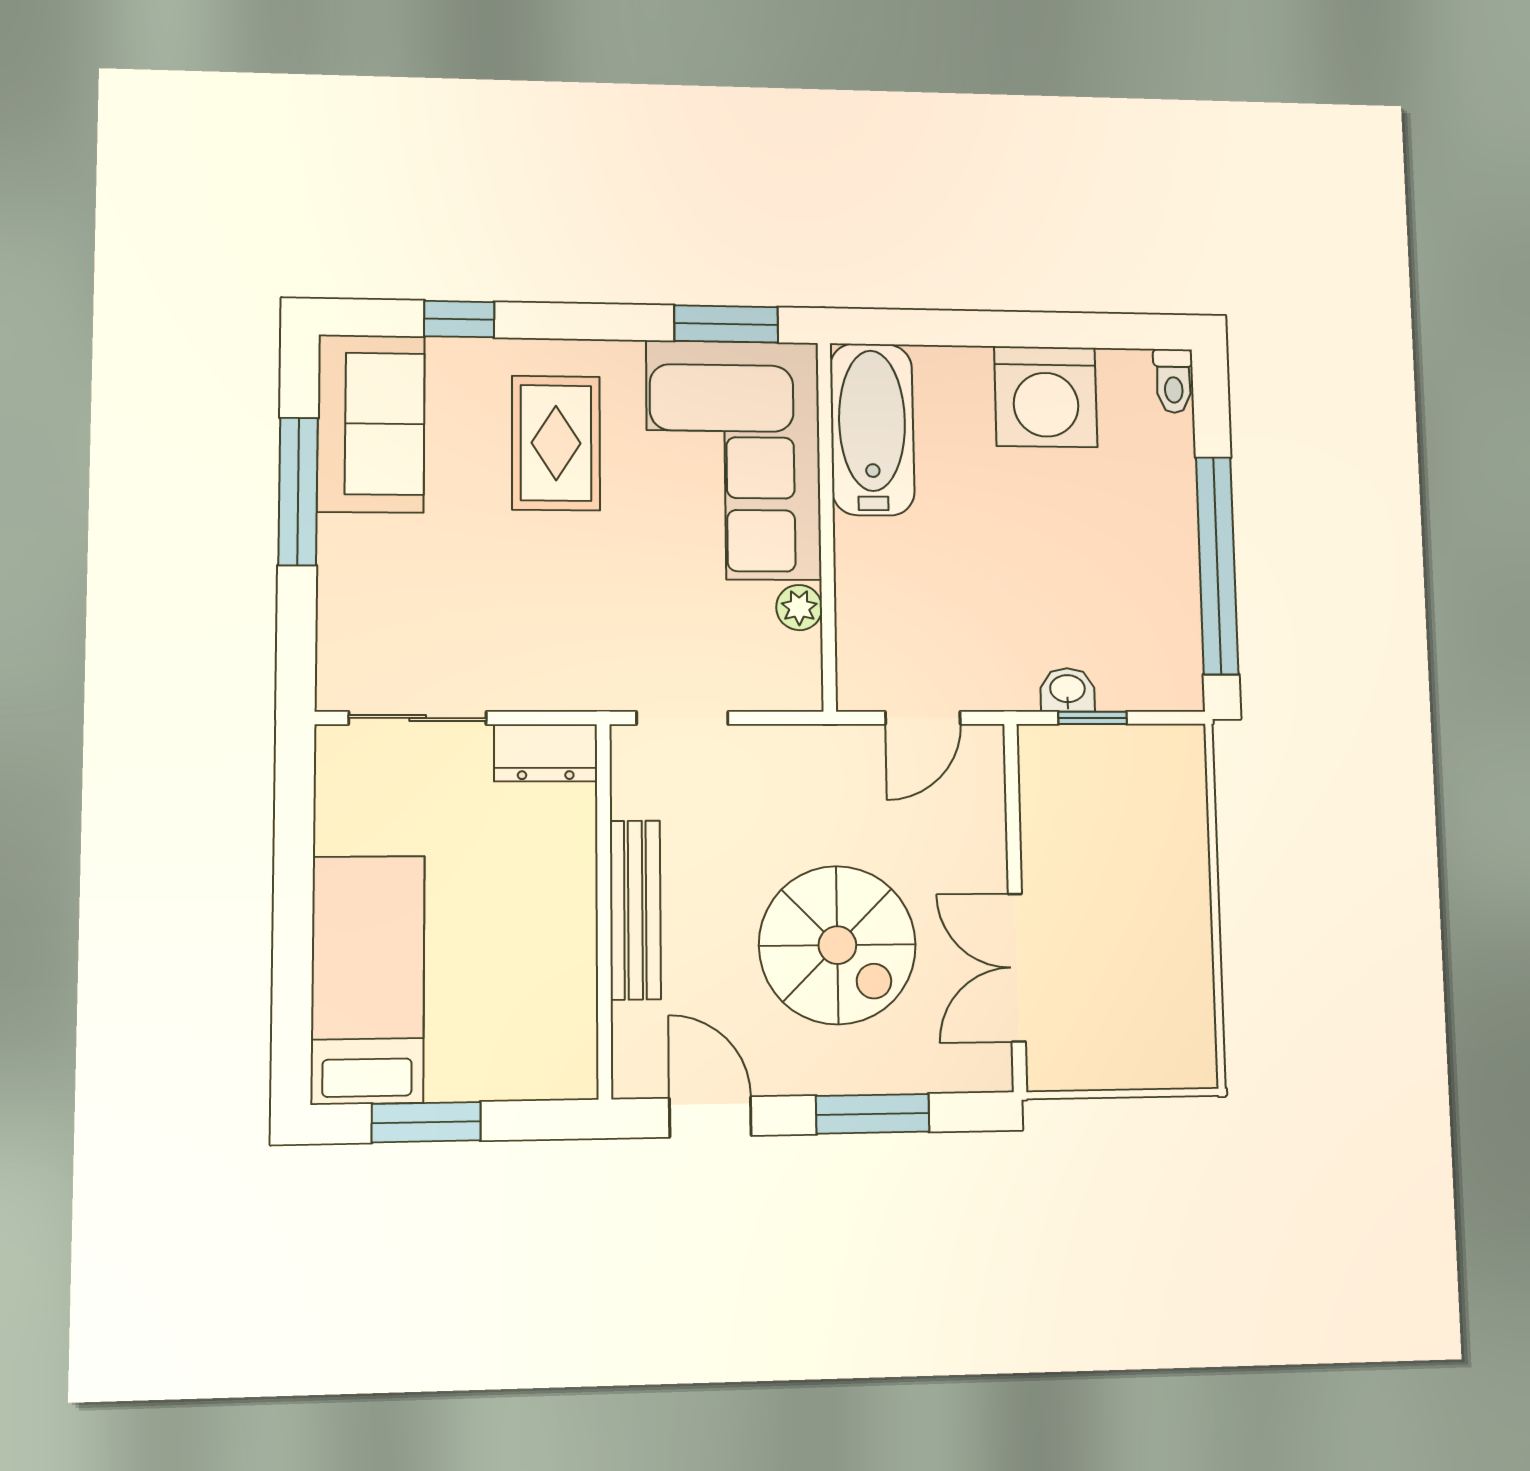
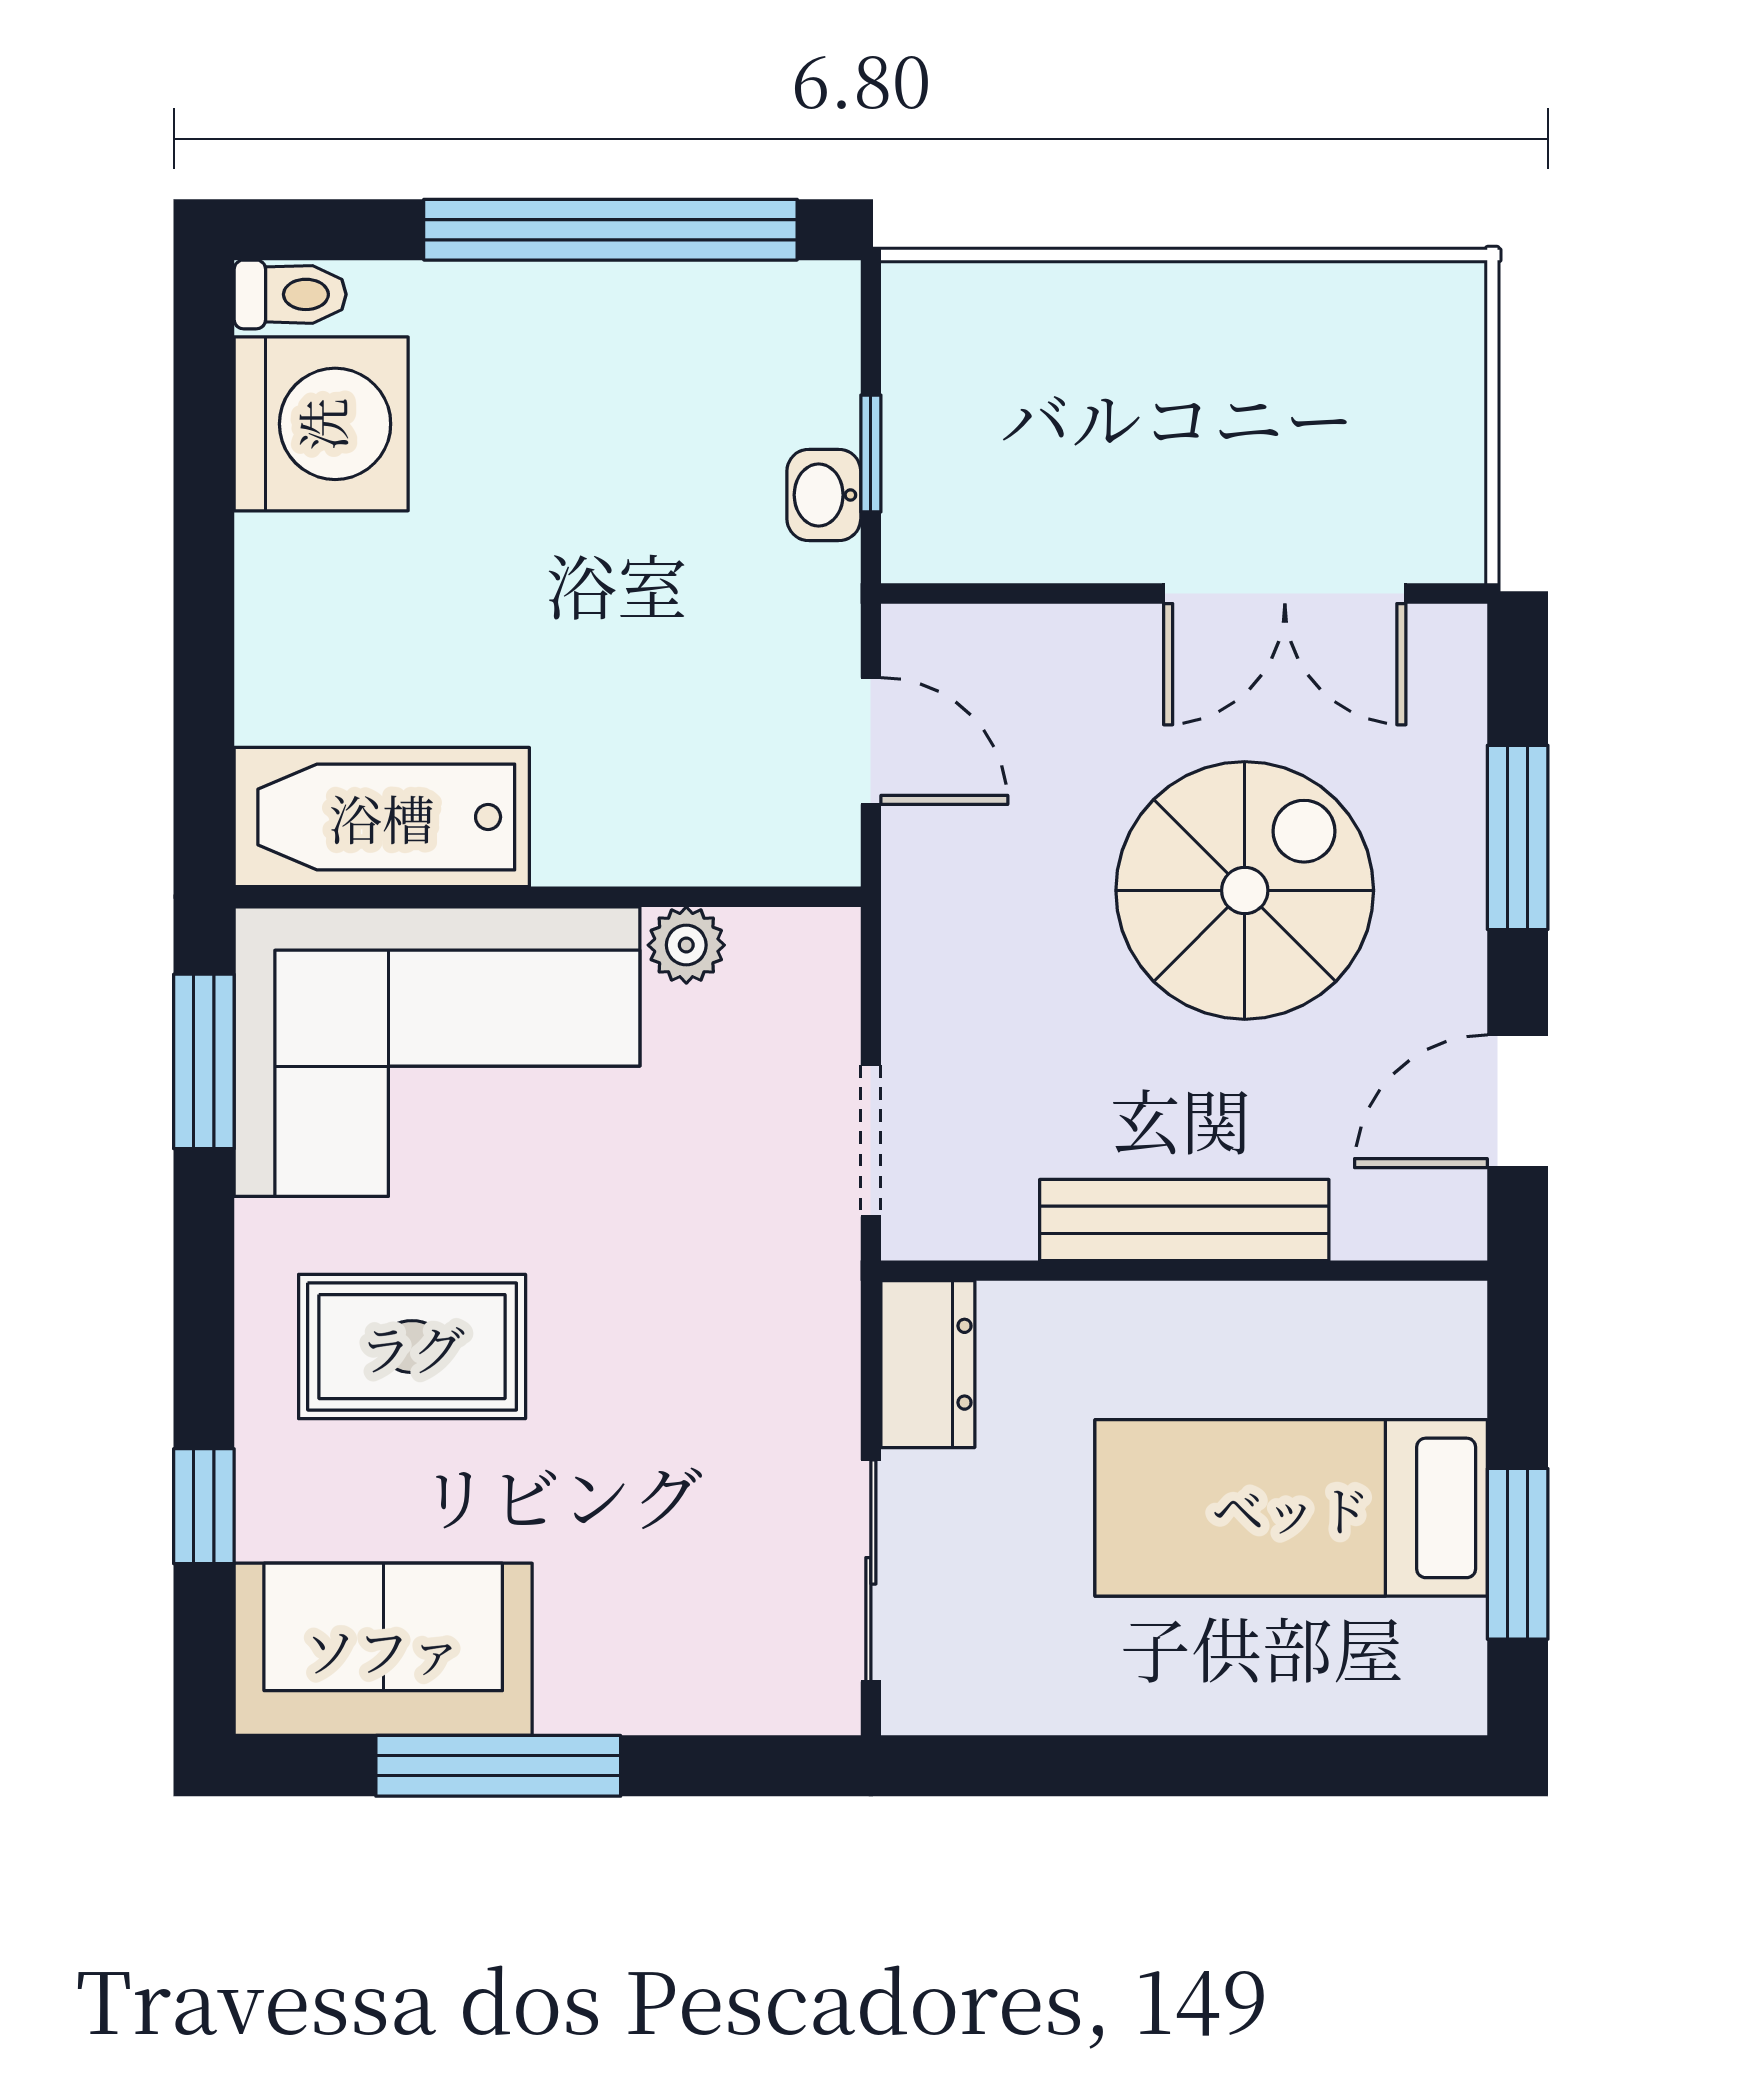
washing machine: (1046, 397) -> (321, 424), moved
bed: (368, 979) -> (1291, 1508), moved

